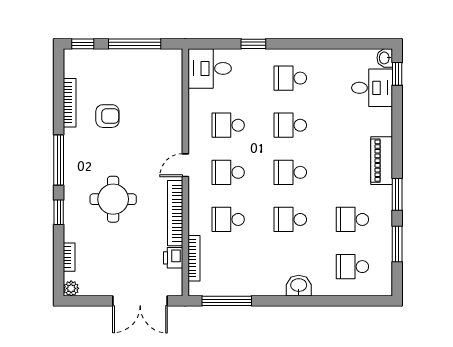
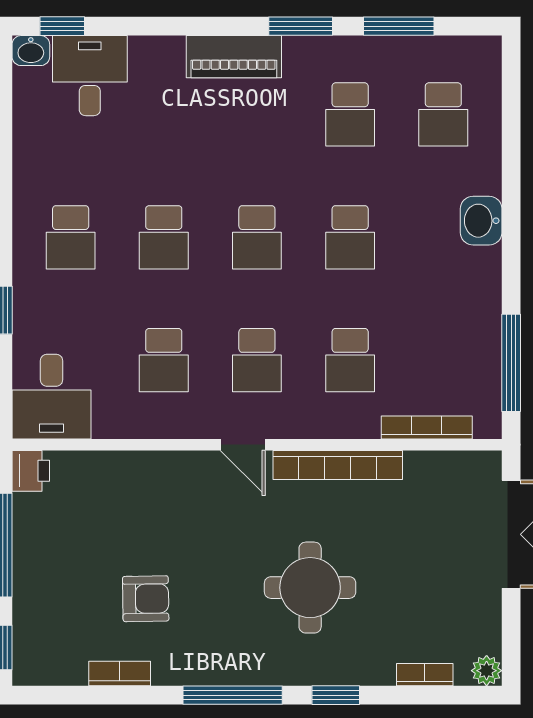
bookcase: (70, 103) -> (120, 673), width x0.64
armchair: (107, 116) -> (146, 599), turned 89
printer: (173, 258) -> (31, 471), moved, turned -90

